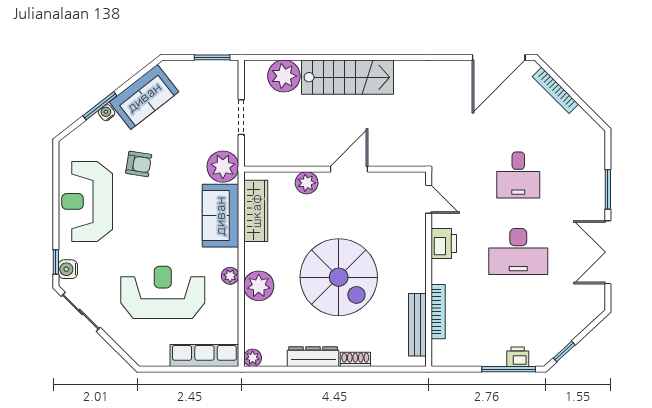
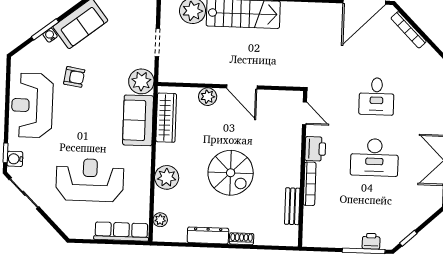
door: (349, 169) -> (242, 87), swing flipped
plant: (230, 276) -> (144, 169), removed
spiral stairs: (339, 277) -> (231, 173), width x0.73, depth x0.73
bookcase: (438, 312) -> (310, 184), moved
bench: (417, 325) -> (292, 206), width x0.73
plant: (253, 358) -> (160, 220), moved

